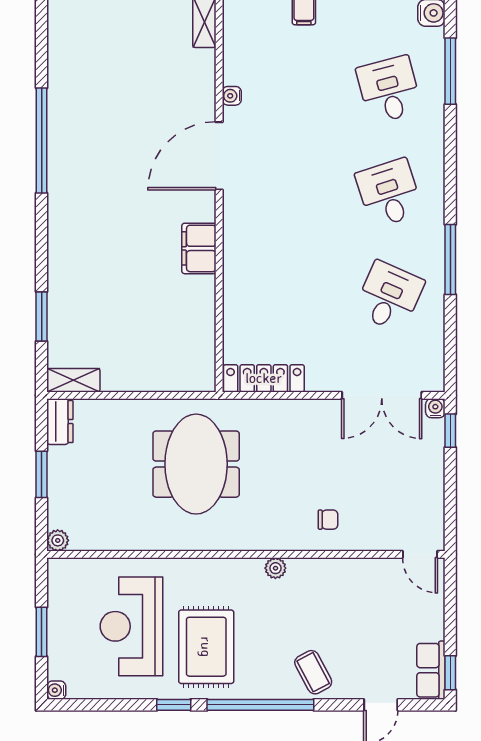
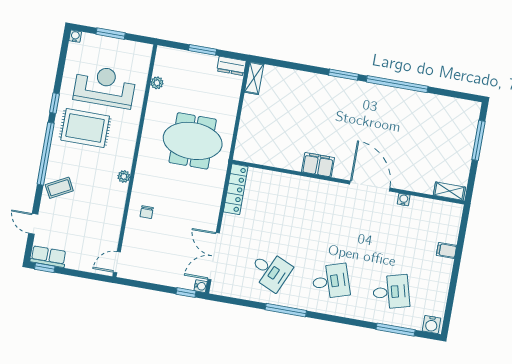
window: (42, 316) -> (344, 75), moved
plant: (58, 540) -> (157, 83), moved

